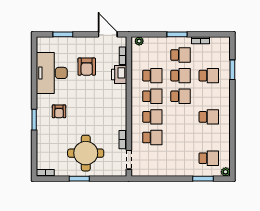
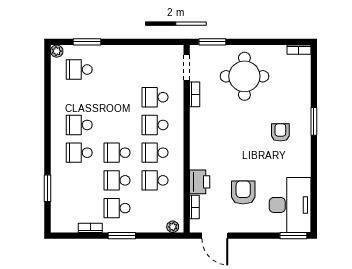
window: (63, 34) -> (293, 236), moved
desk: (52, 73) -> (290, 205), moved
school desk: (209, 76) -> (79, 153), moved
window: (79, 179) -> (212, 42), moved

